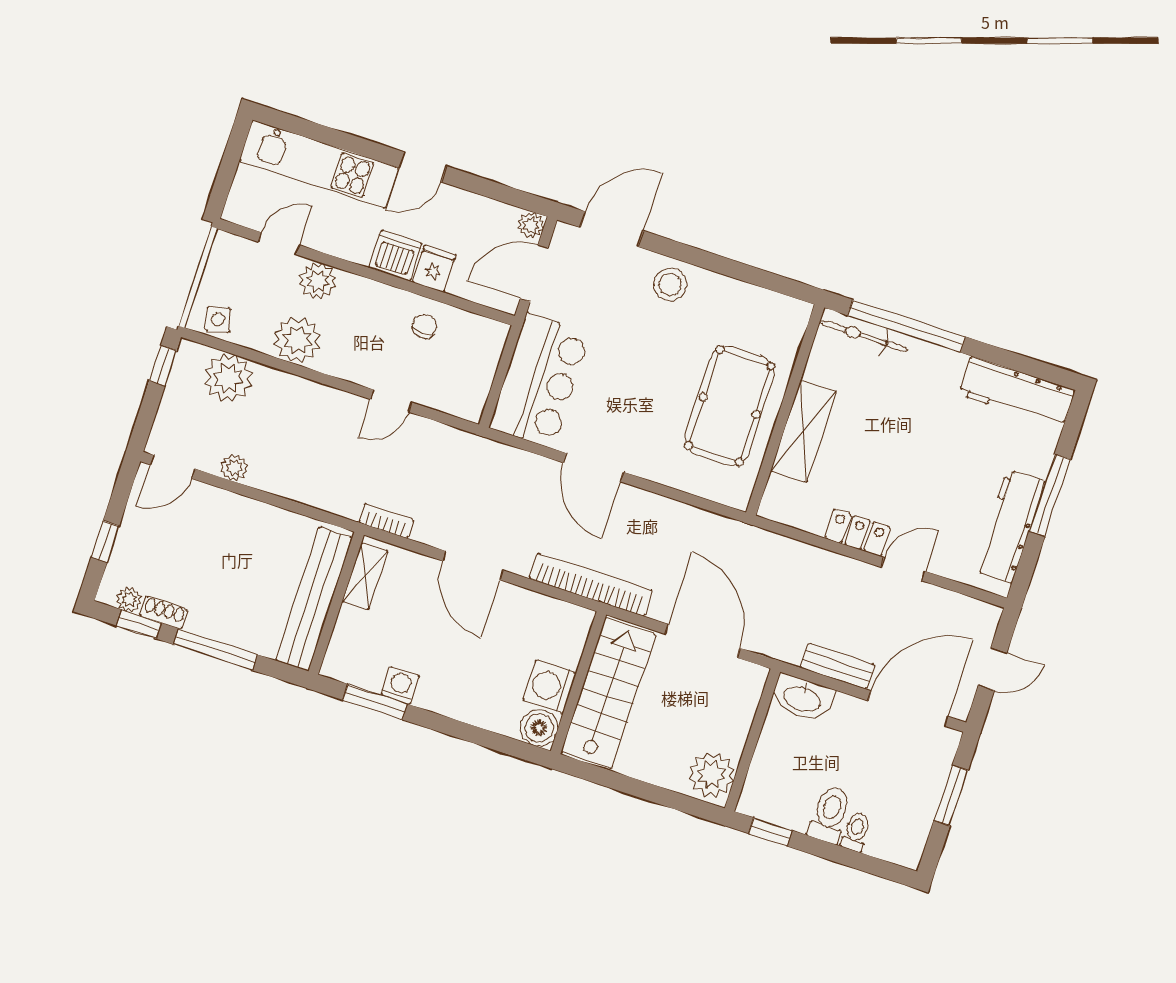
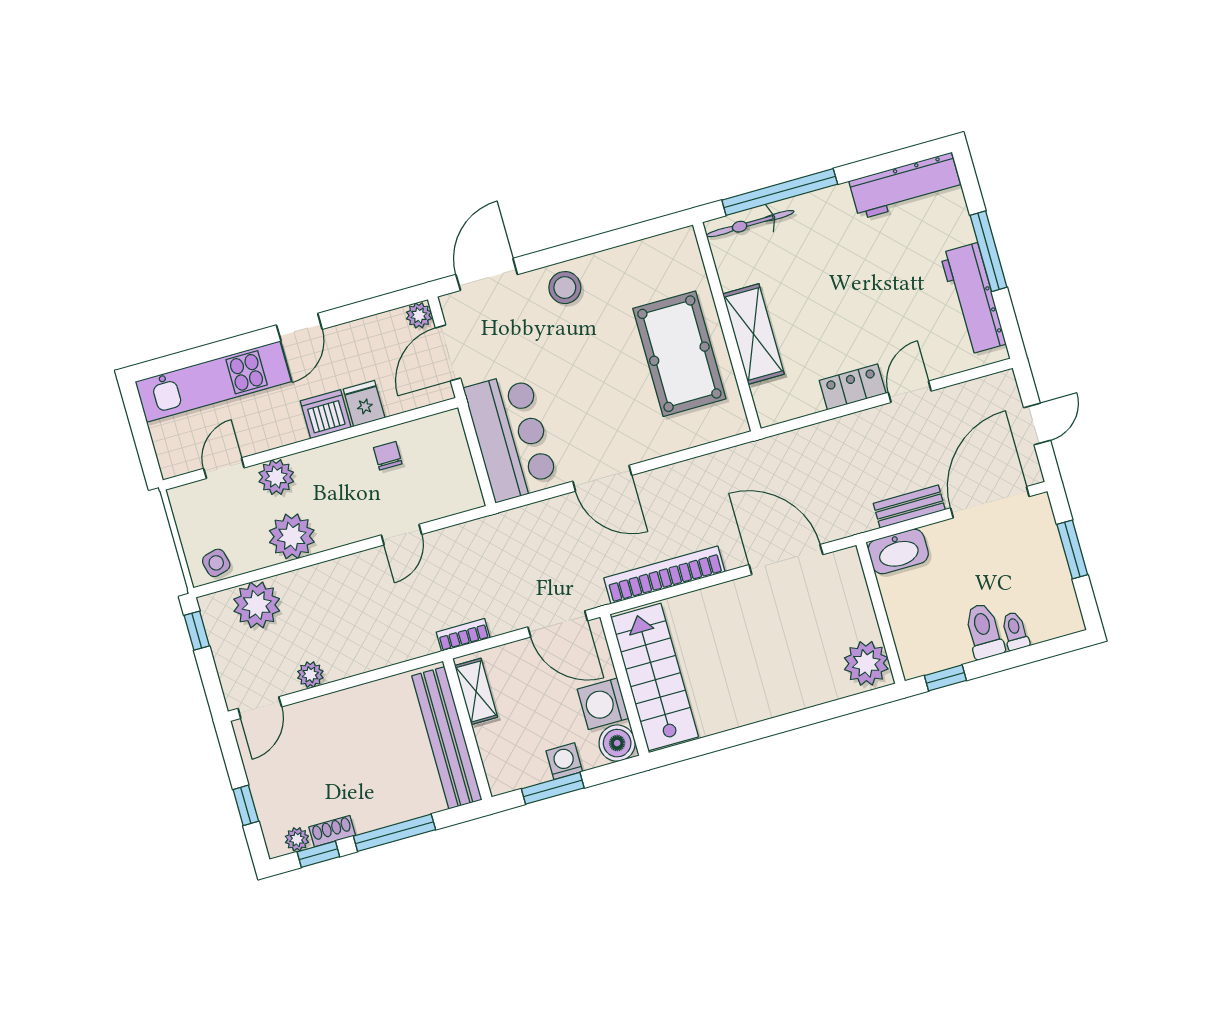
wall: (578, 683) -> (625, 685), moved
washing machine: (549, 686) -> (603, 704), moved
stairs: (608, 693) -> (655, 677), moved
boiler: (539, 728) -> (617, 743), moved

